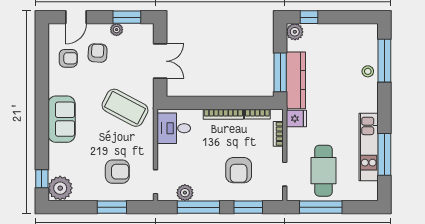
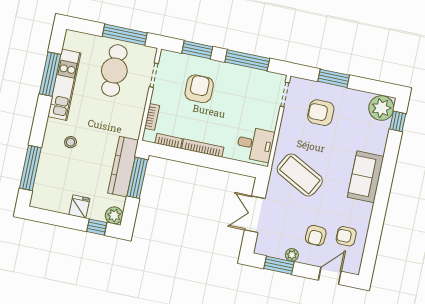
stool: (368, 71) -> (71, 142), moved
fridge: (296, 119) -> (79, 207), moved, turned 90
plant: (185, 193) -> (258, 78), removed

